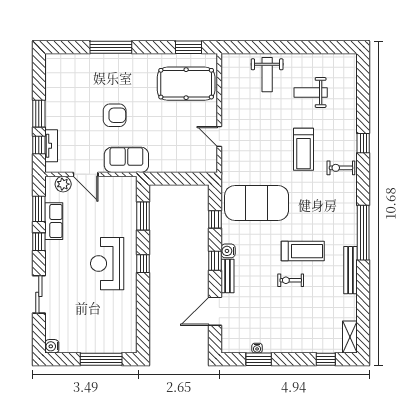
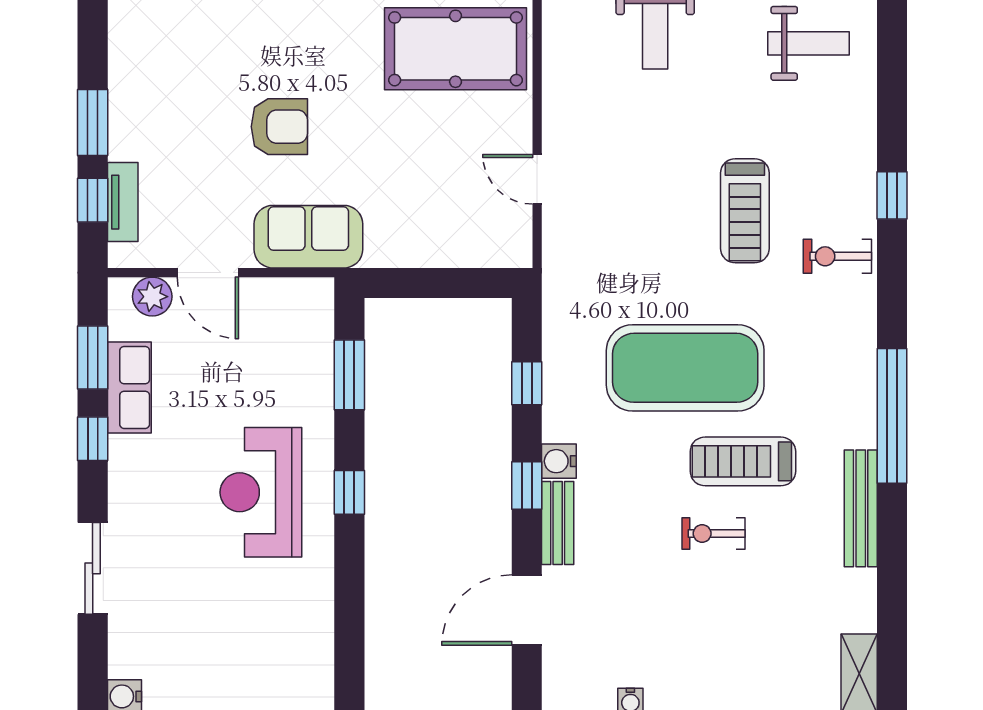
weight bench: (311, 92) -> (809, 43), moved, turned 180
exercise mat: (257, 203) -> (685, 368), moved
treadmill: (303, 251) -> (743, 461), turned 180

